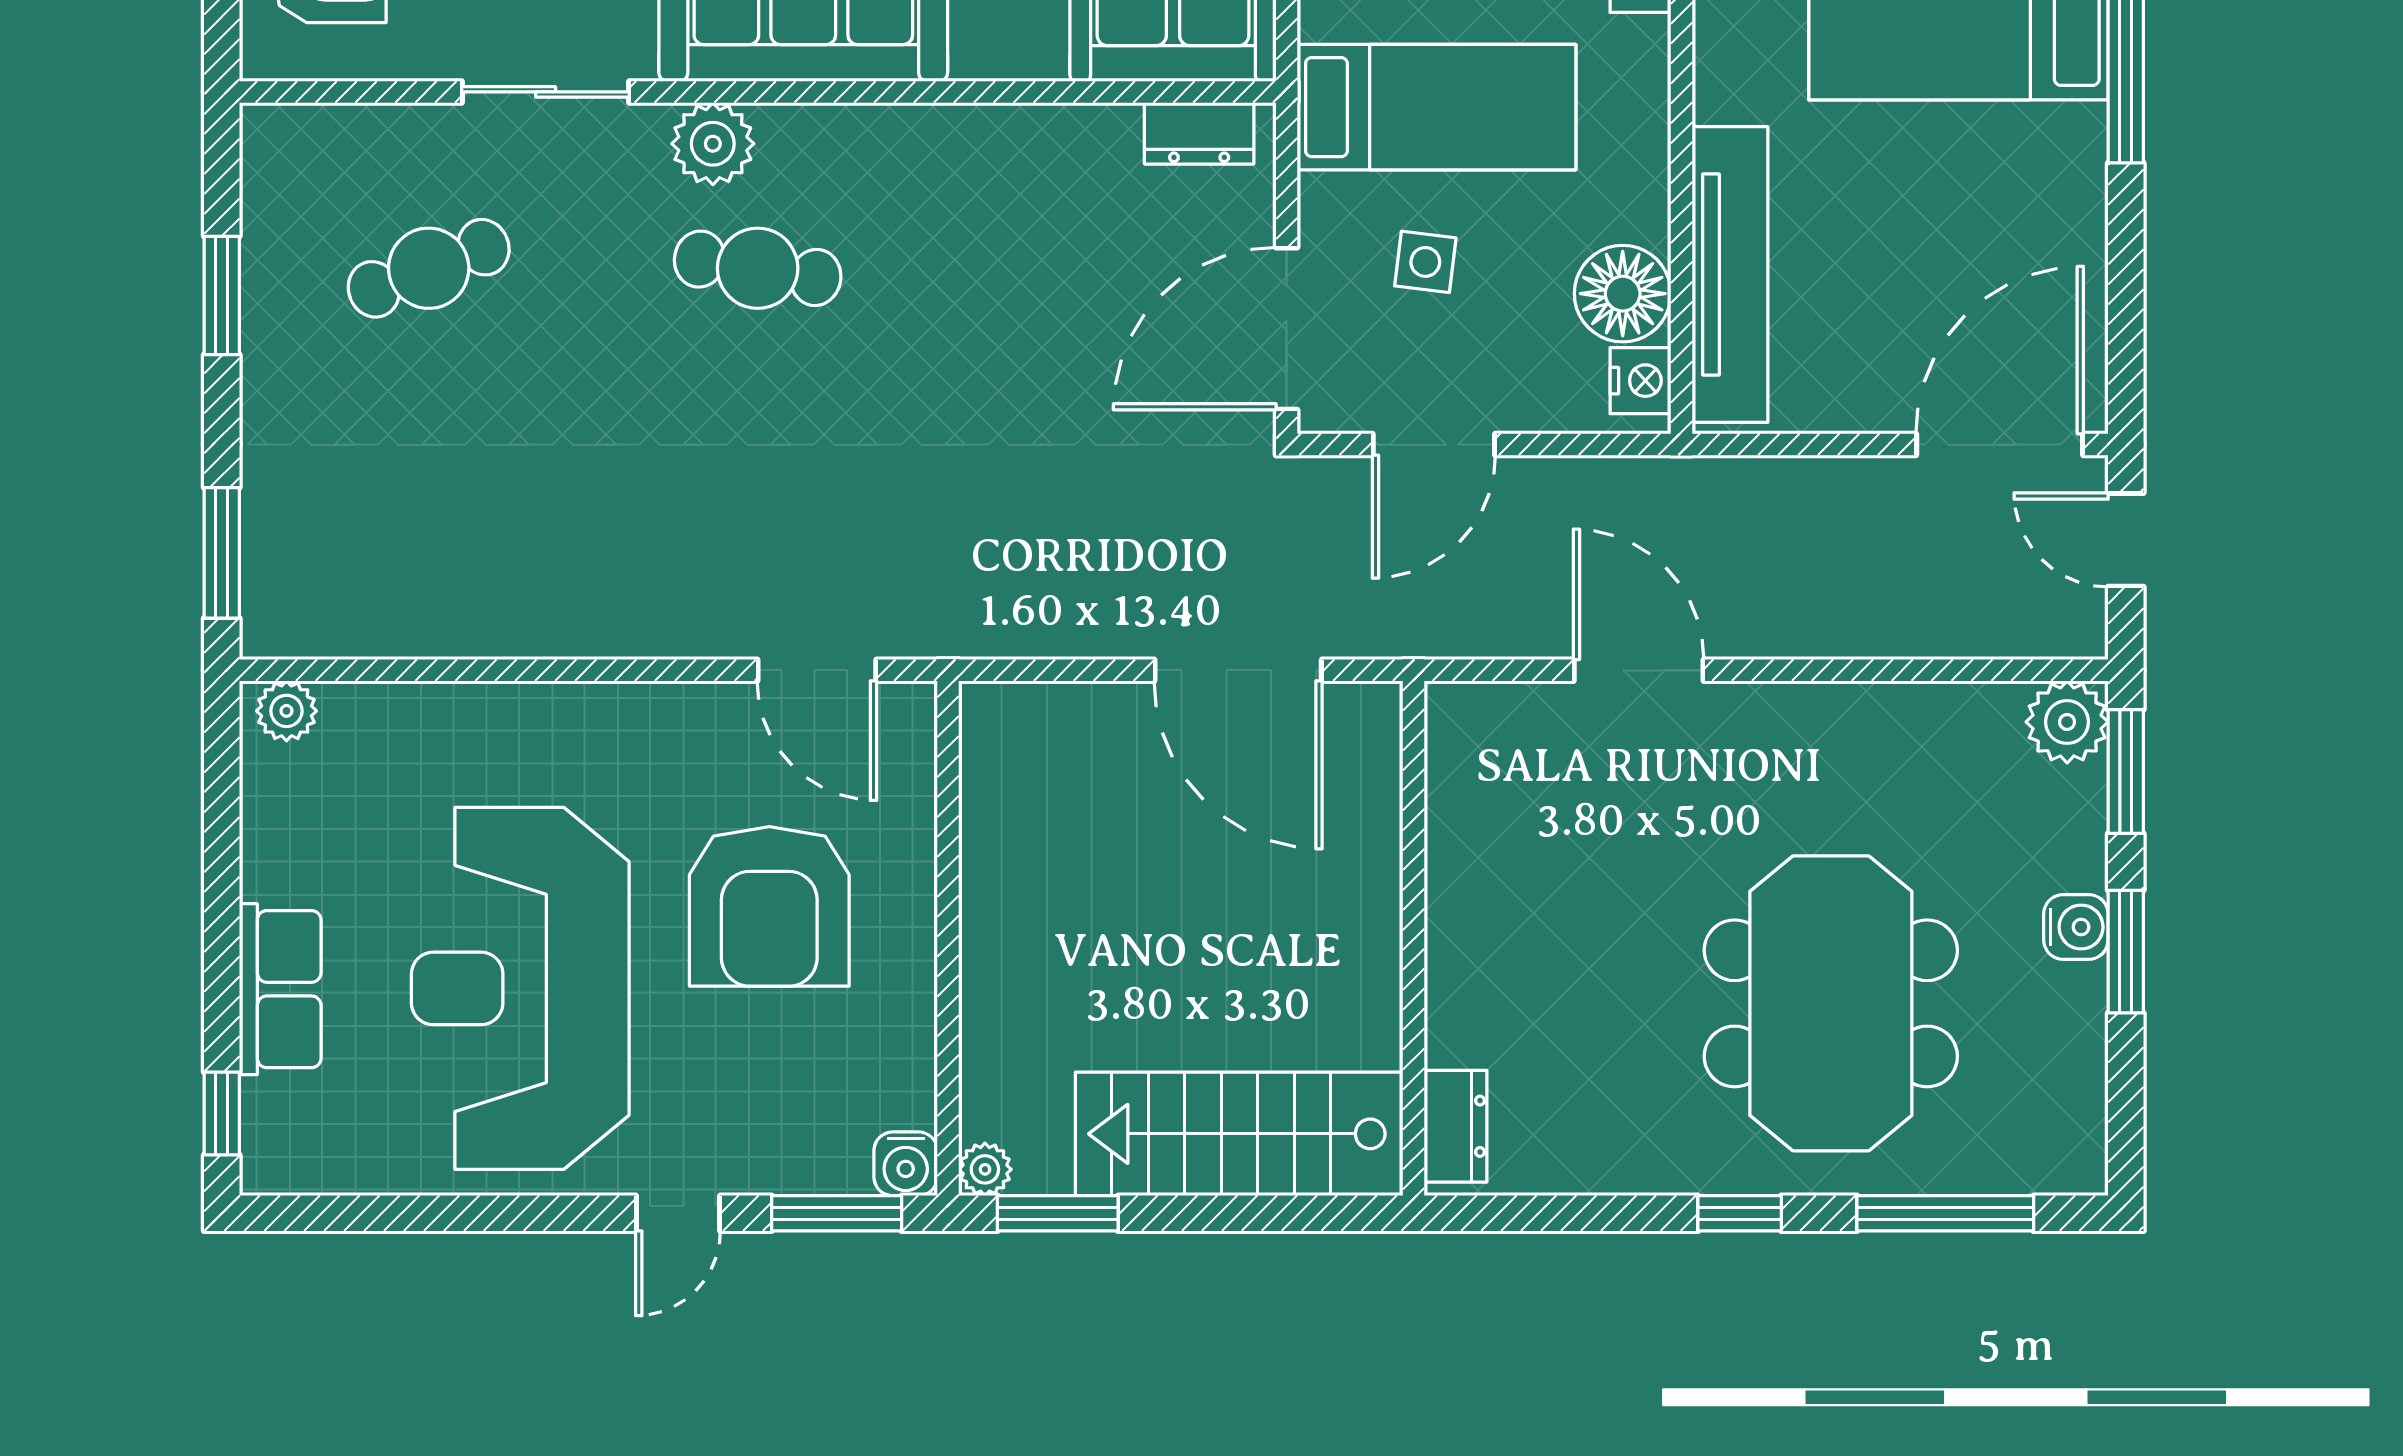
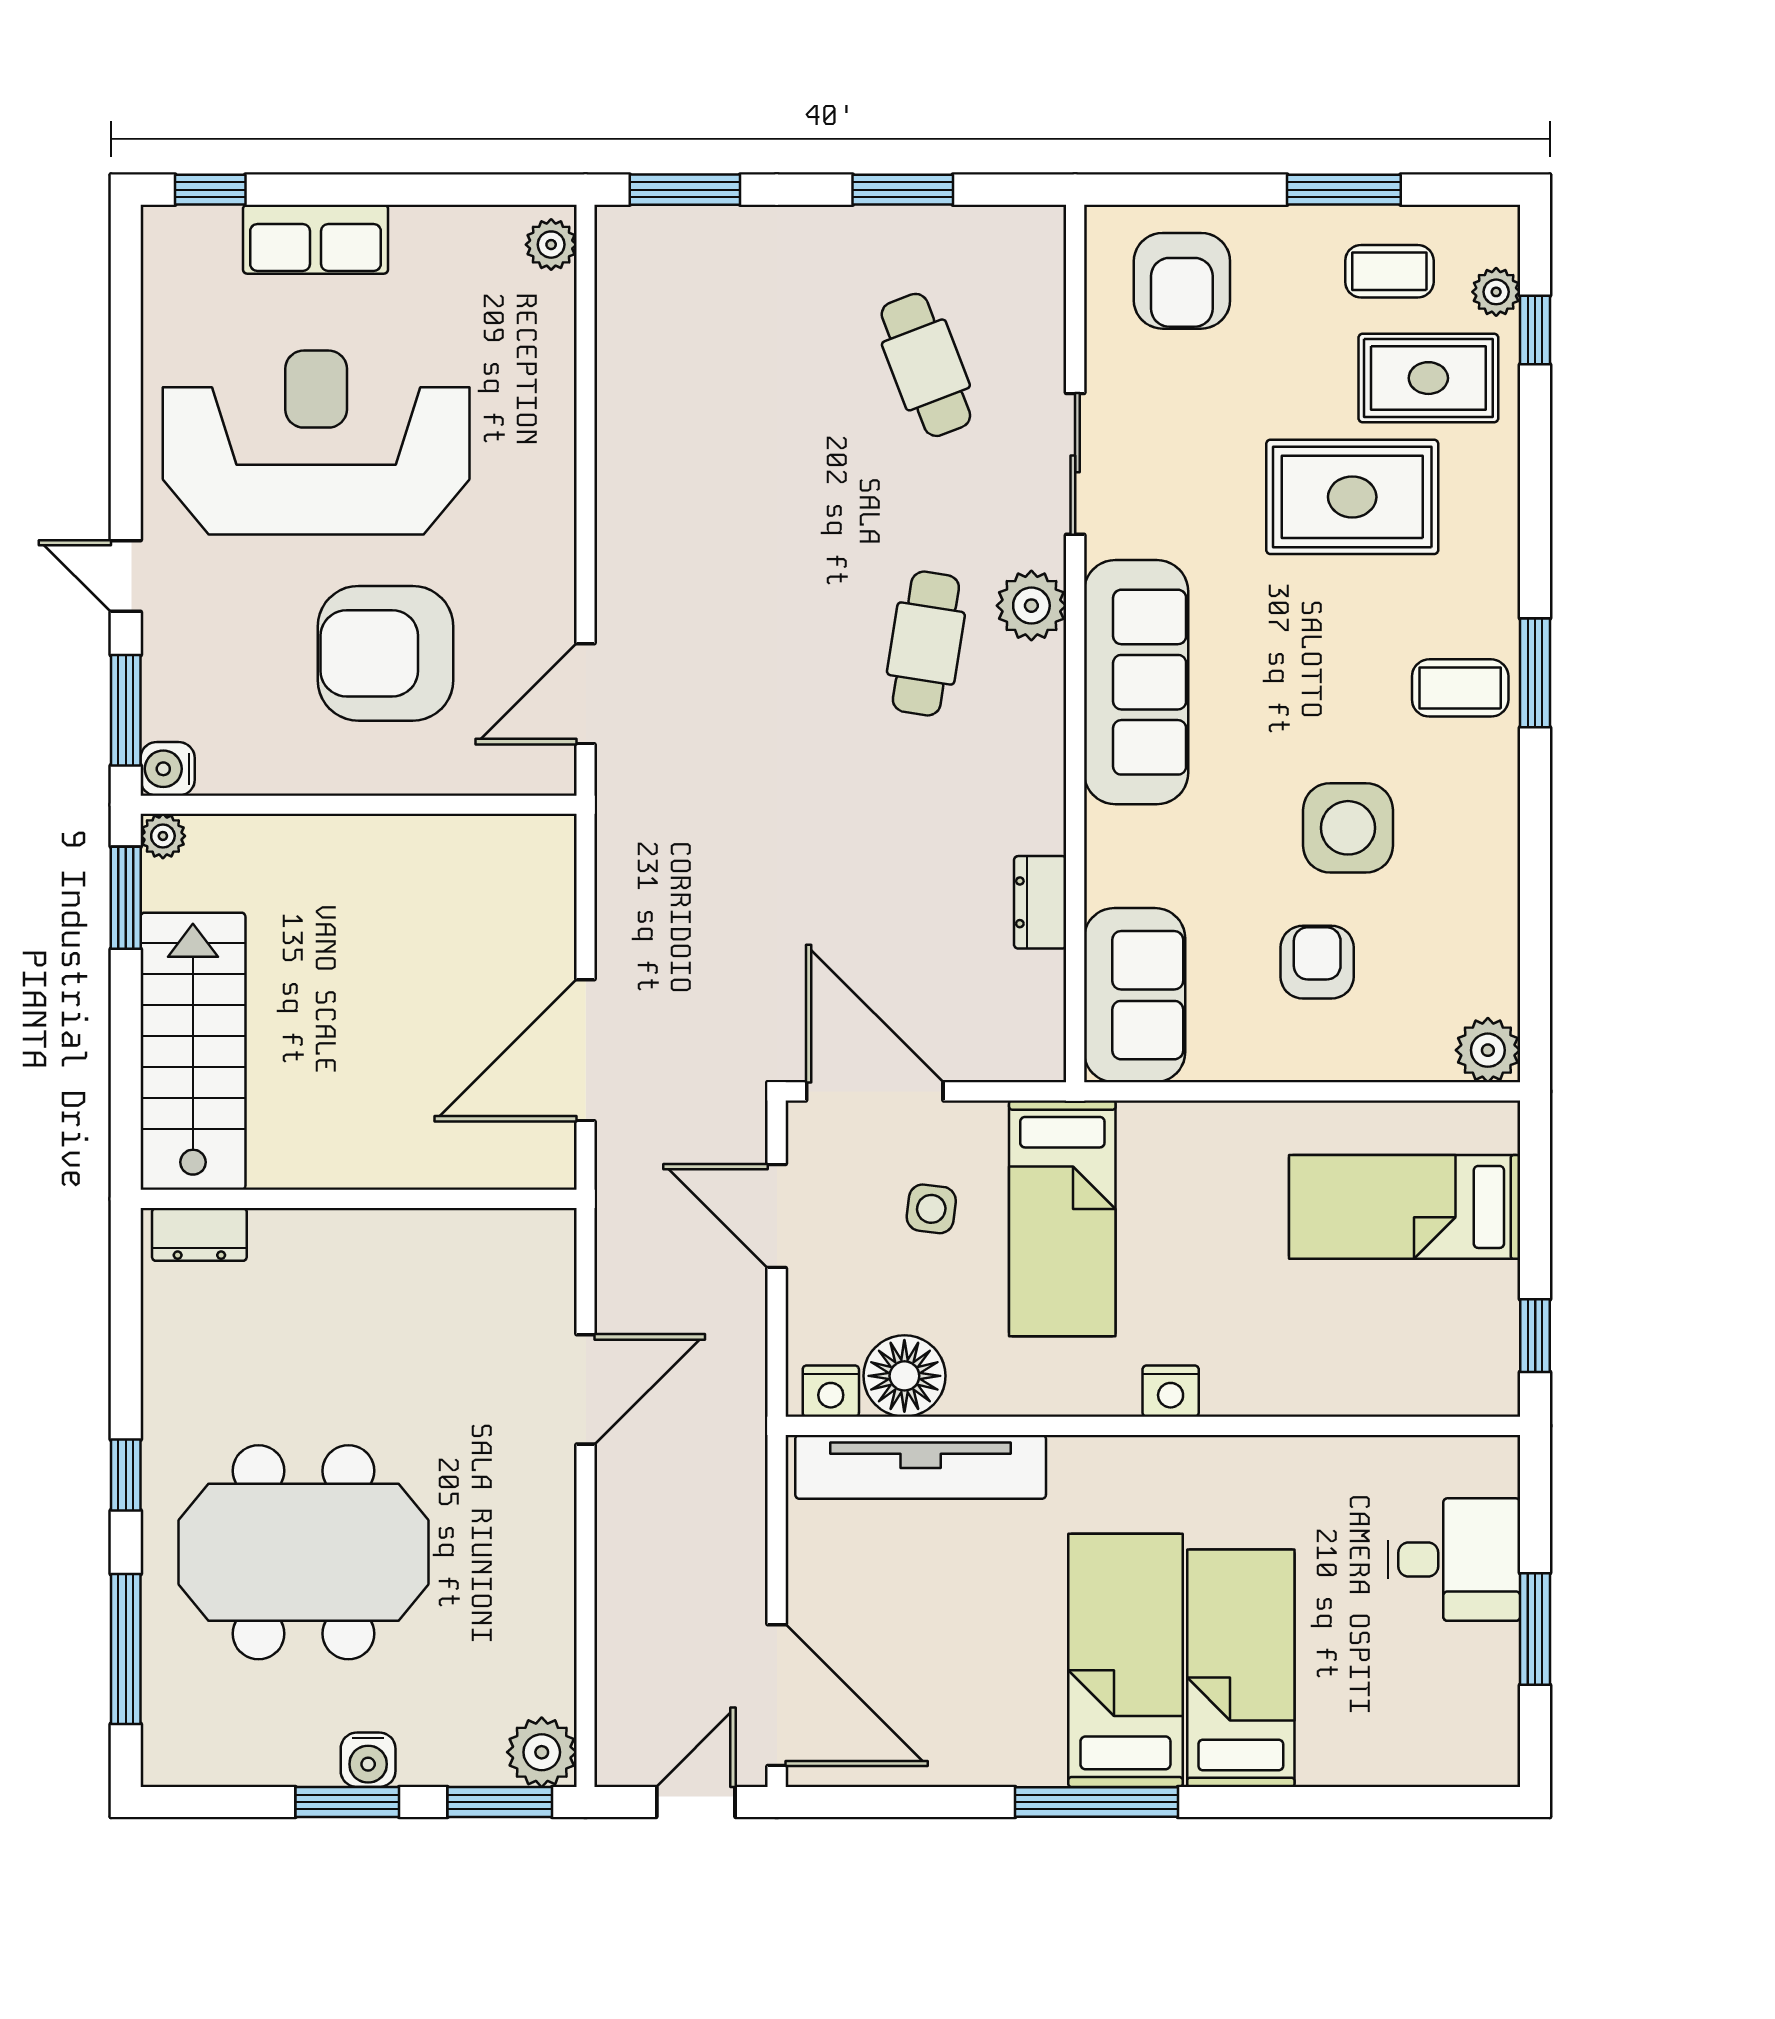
dresser: (1199, 133) -> (1040, 902), moved

